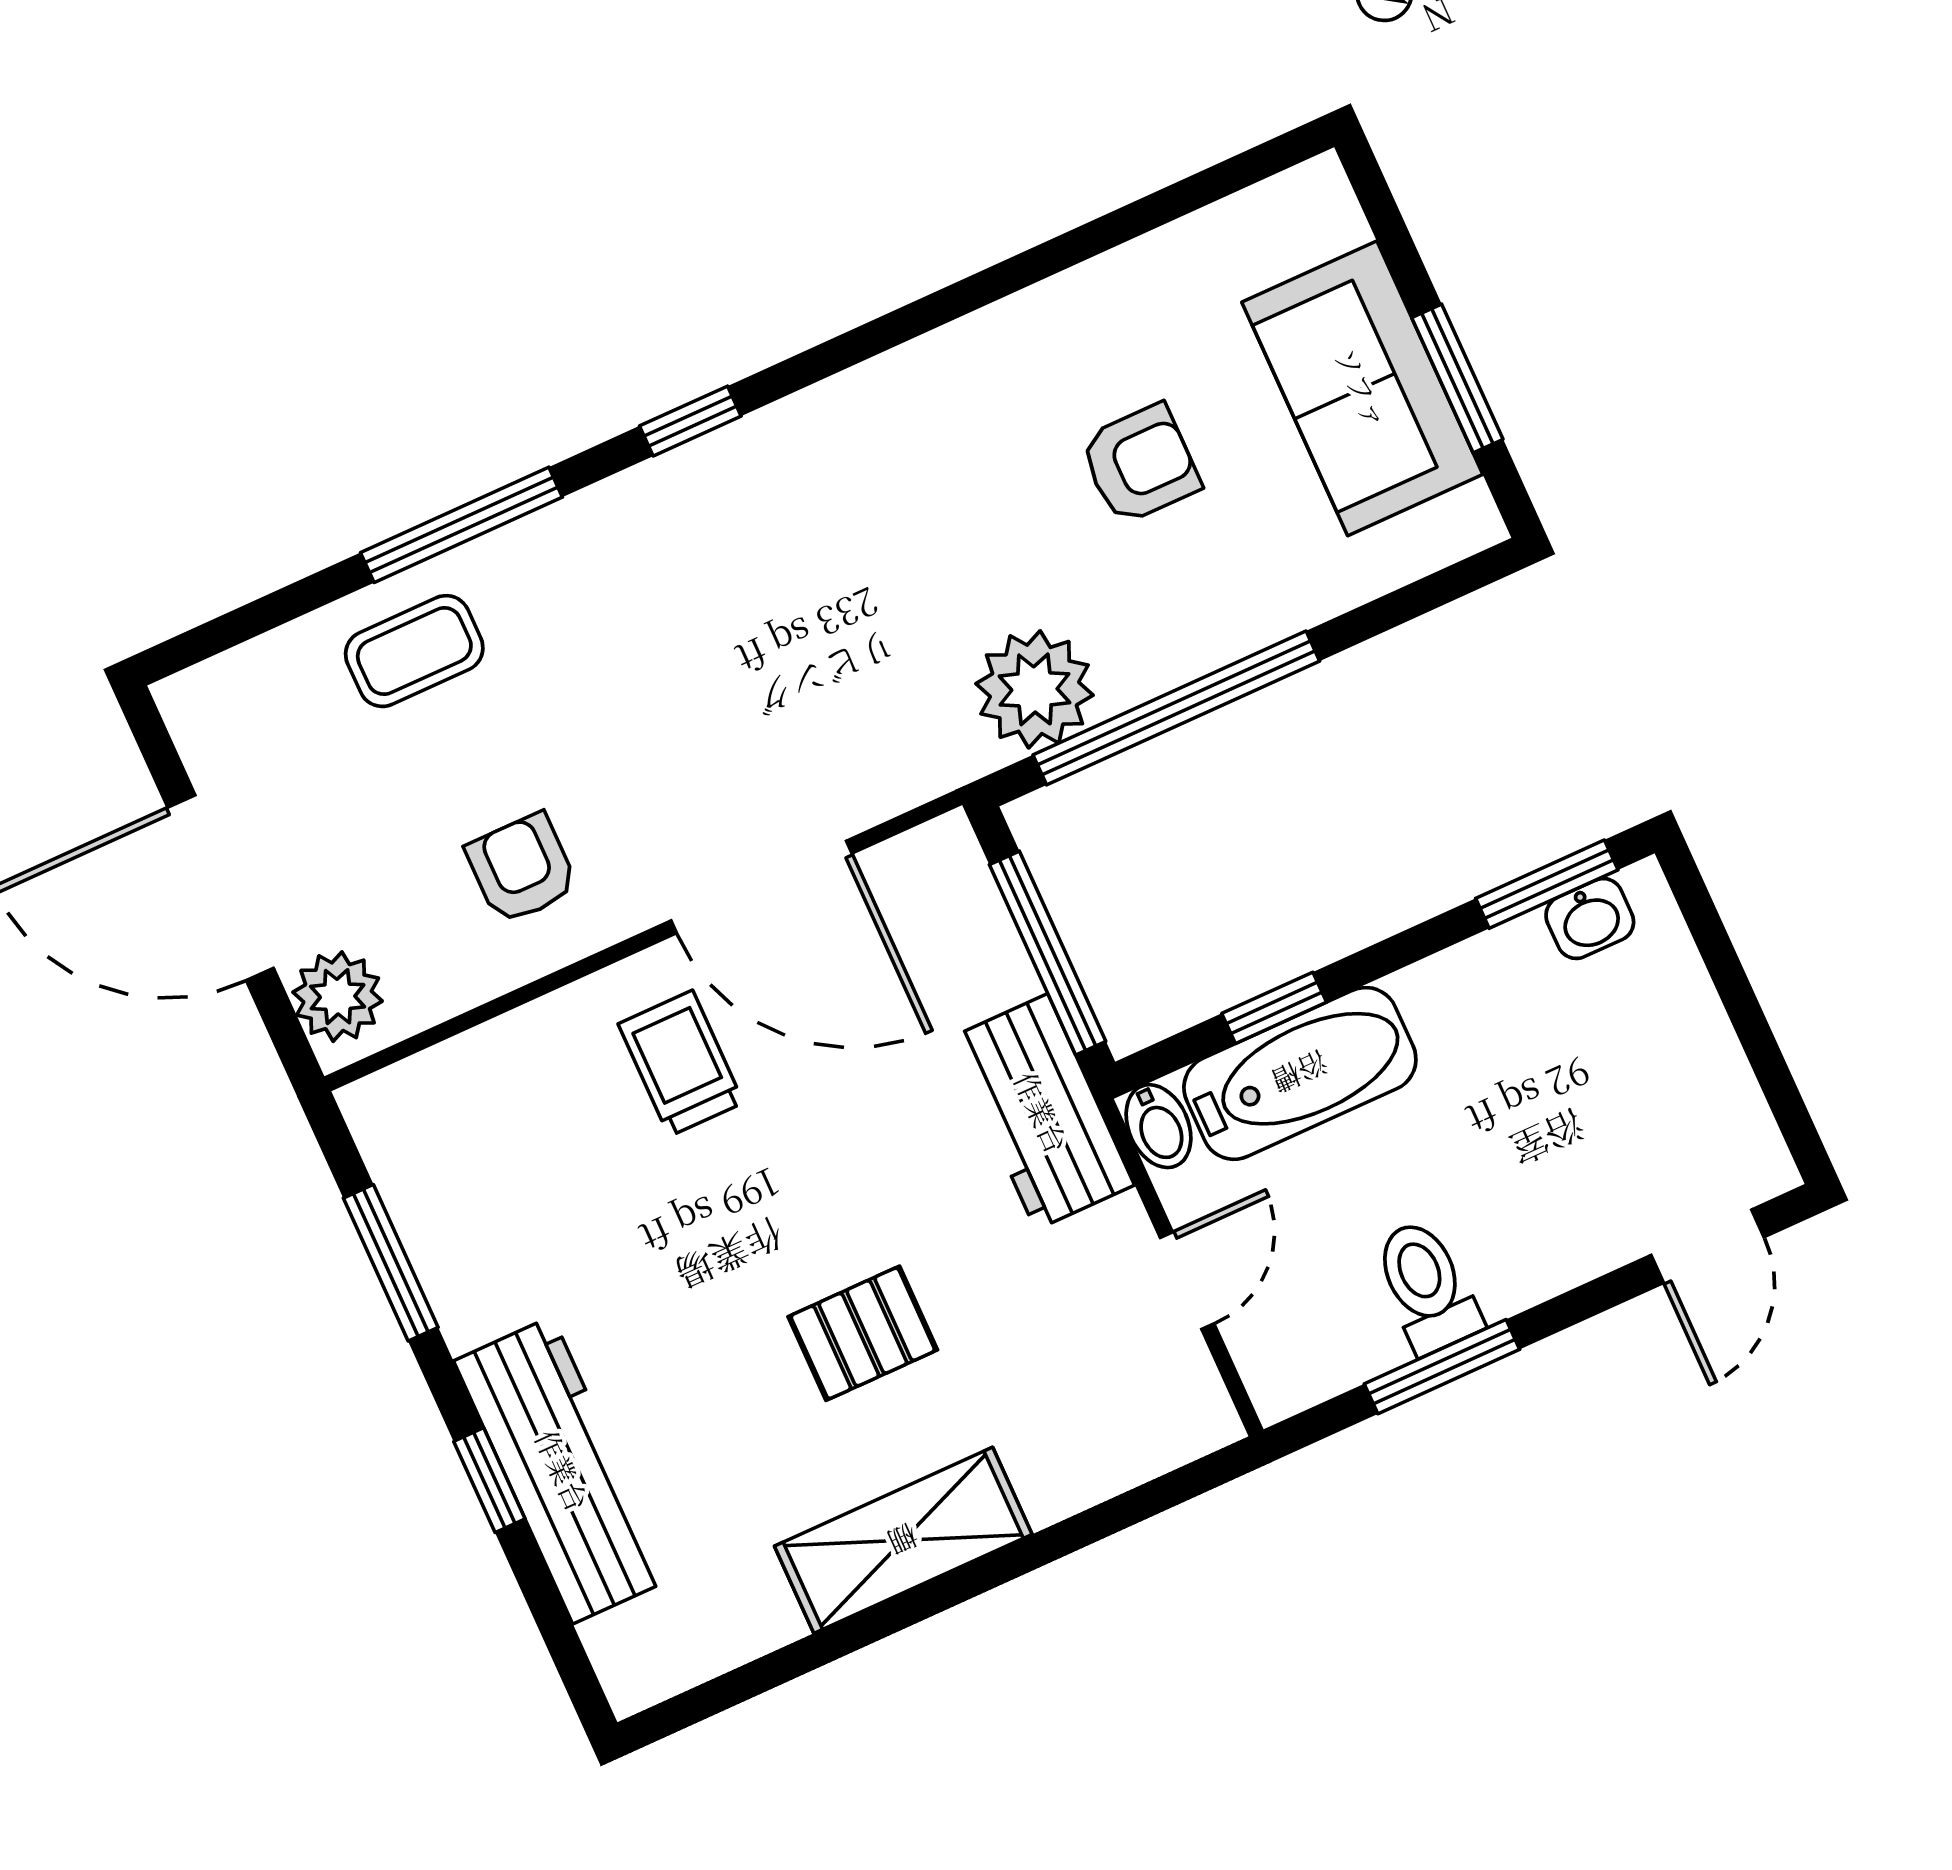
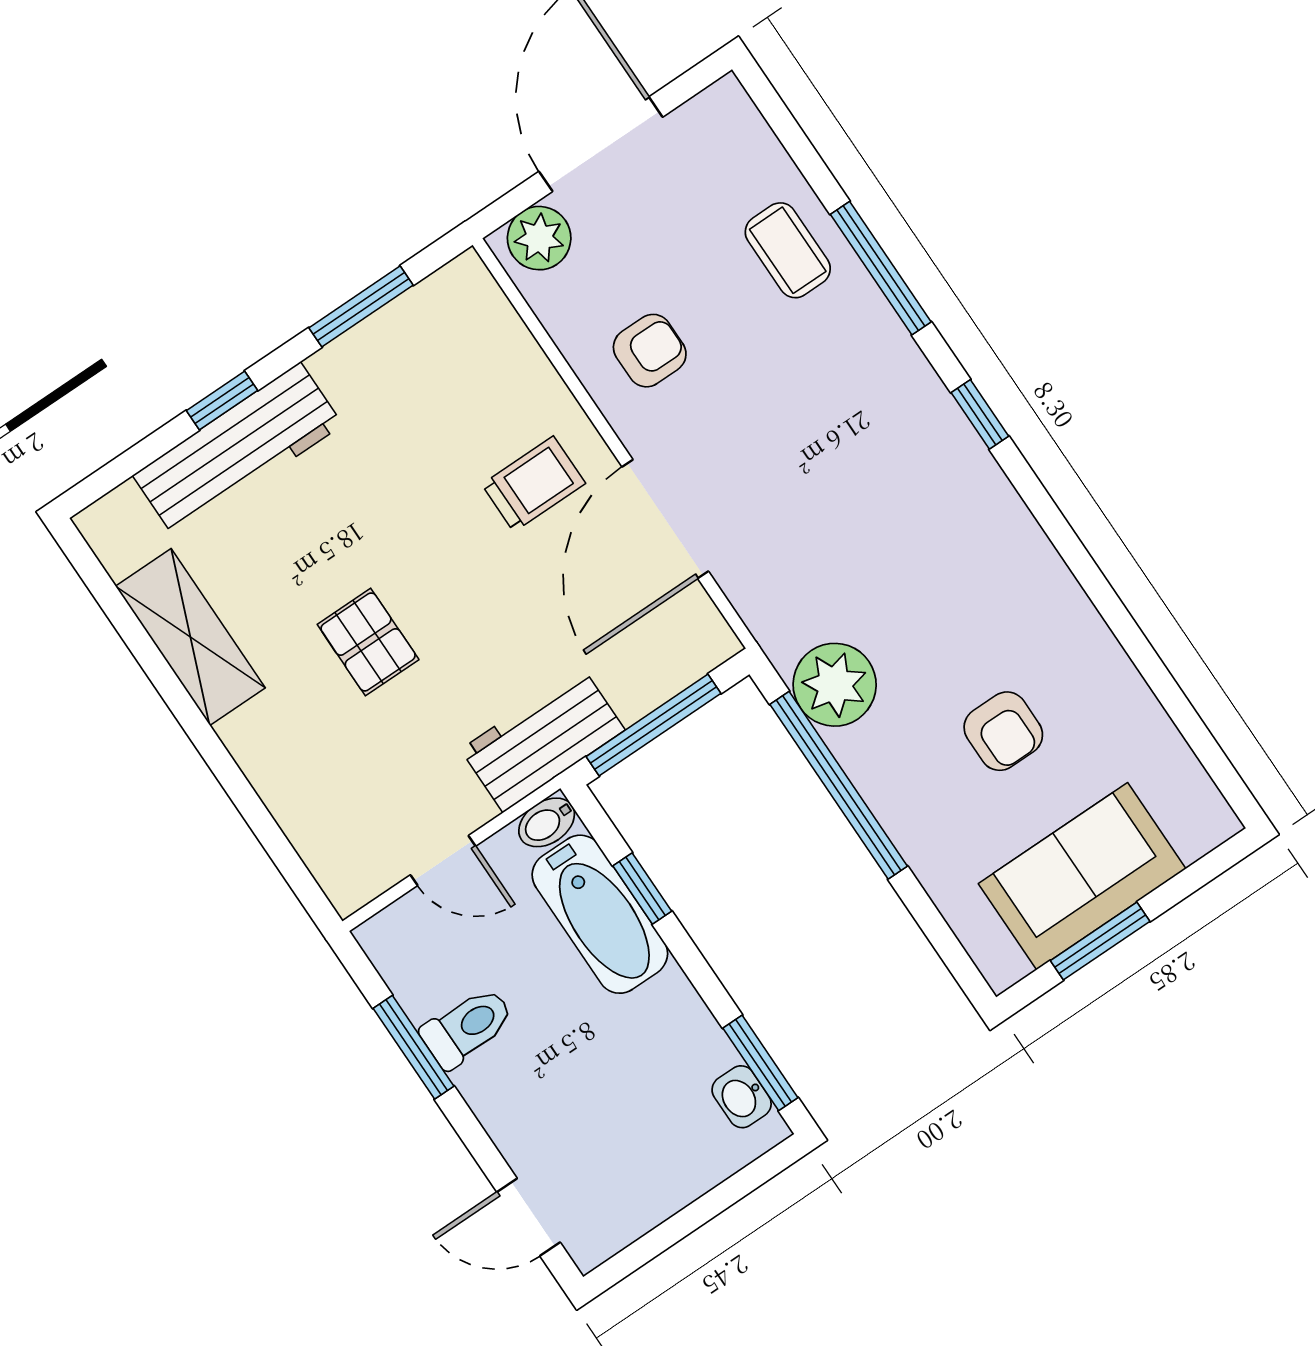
shelving: (903, 1540) -> (190, 637), moved

